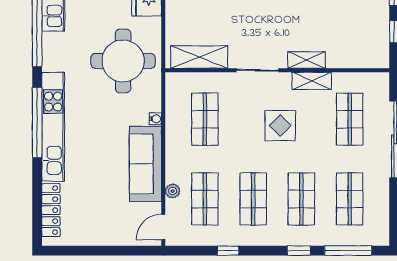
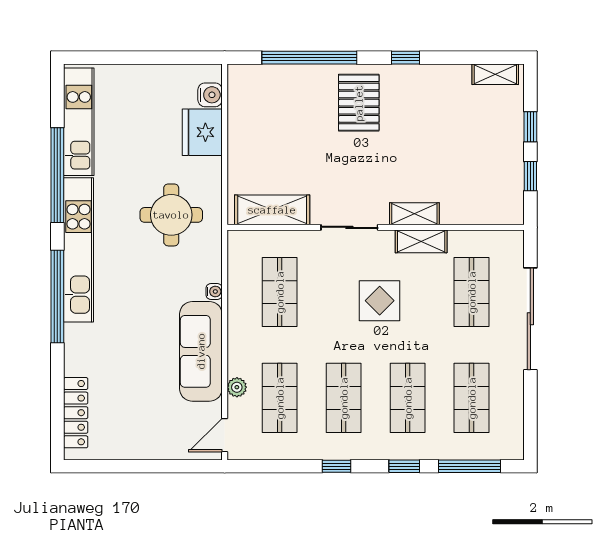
round table: (123, 61) -> (171, 215), width x0.73, depth x0.73
kitchen unit: (53, 127) -> (79, 250), moved
window: (228, 251) -> (336, 466), moved

